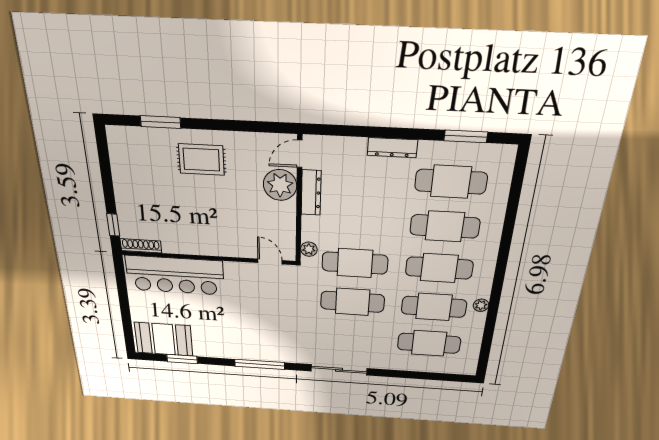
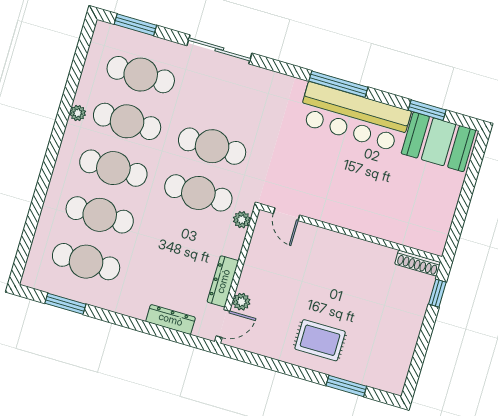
dresser: (392, 148) -> (171, 319), moved
plant: (280, 185) -> (241, 302), width x0.53, depth x0.53
bar counter: (175, 275) -> (354, 117), moved, turned 180
sliding door: (339, 370) -> (219, 49), moved
window: (441, 377) -> (135, 25), added

